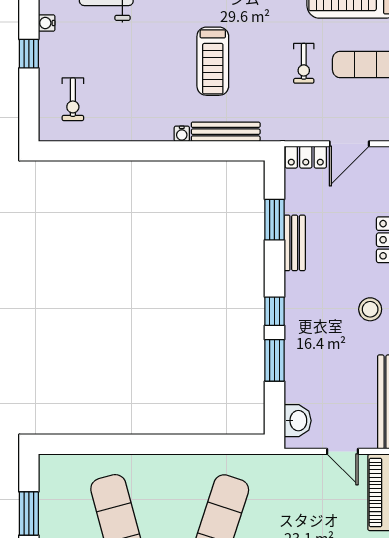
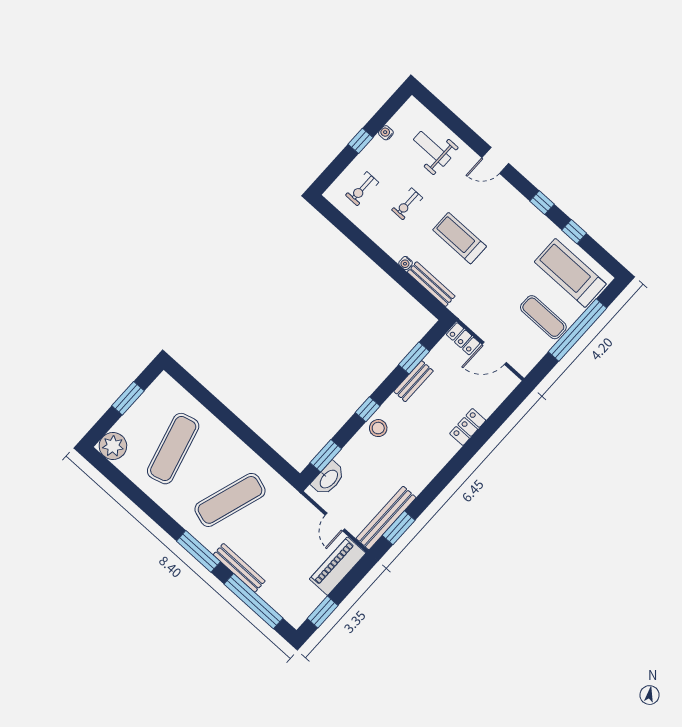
treadmill: (213, 61) -> (460, 238), turned 90
exercise bike: (304, 63) -> (407, 204), moved
stool: (370, 309) -> (378, 428), moved
window: (274, 360) -> (326, 456), moved
washbasin: (298, 421) -> (328, 479), width x1.38

